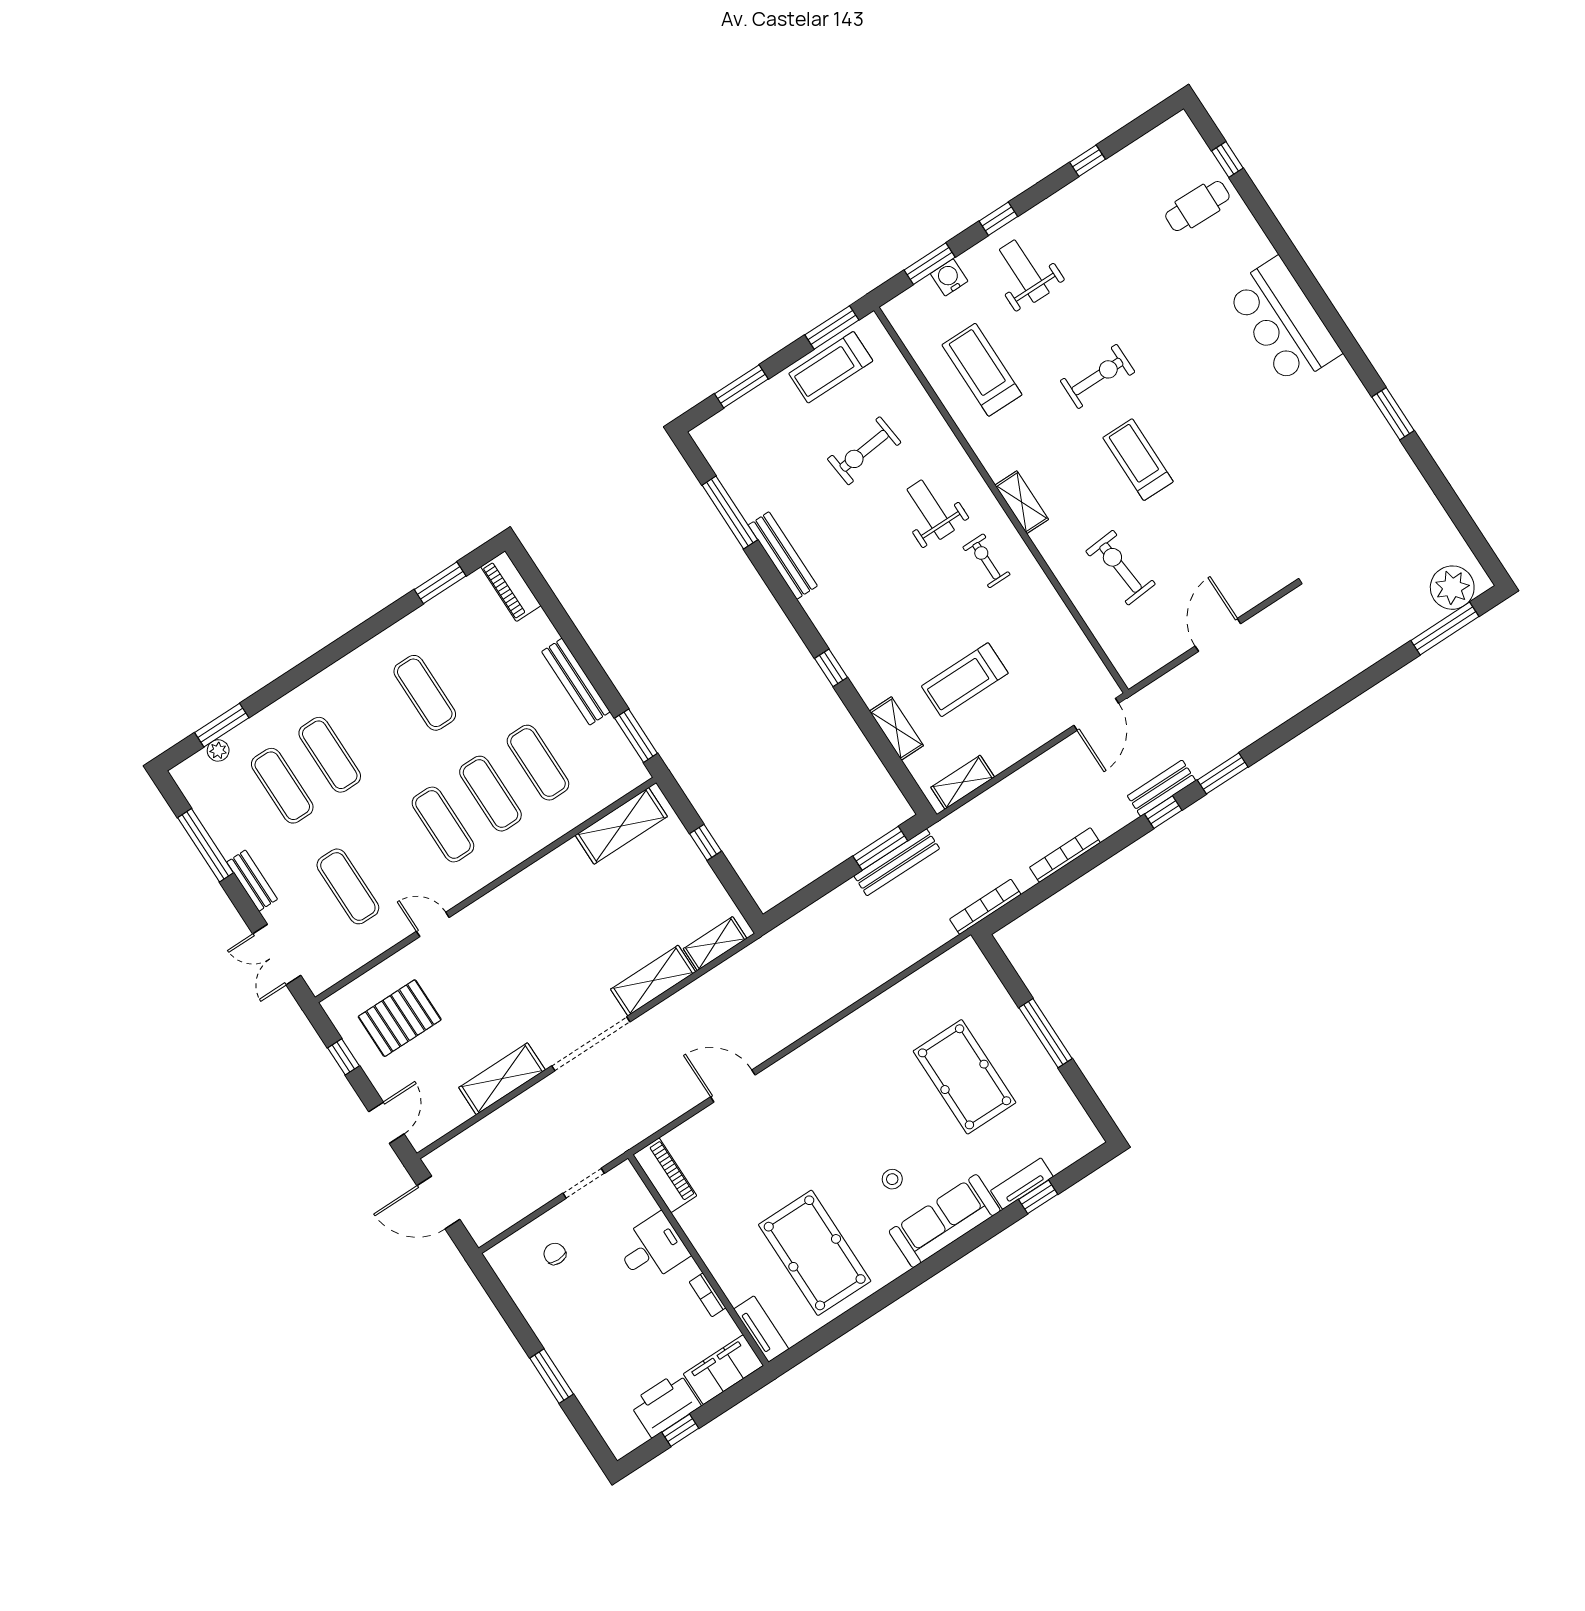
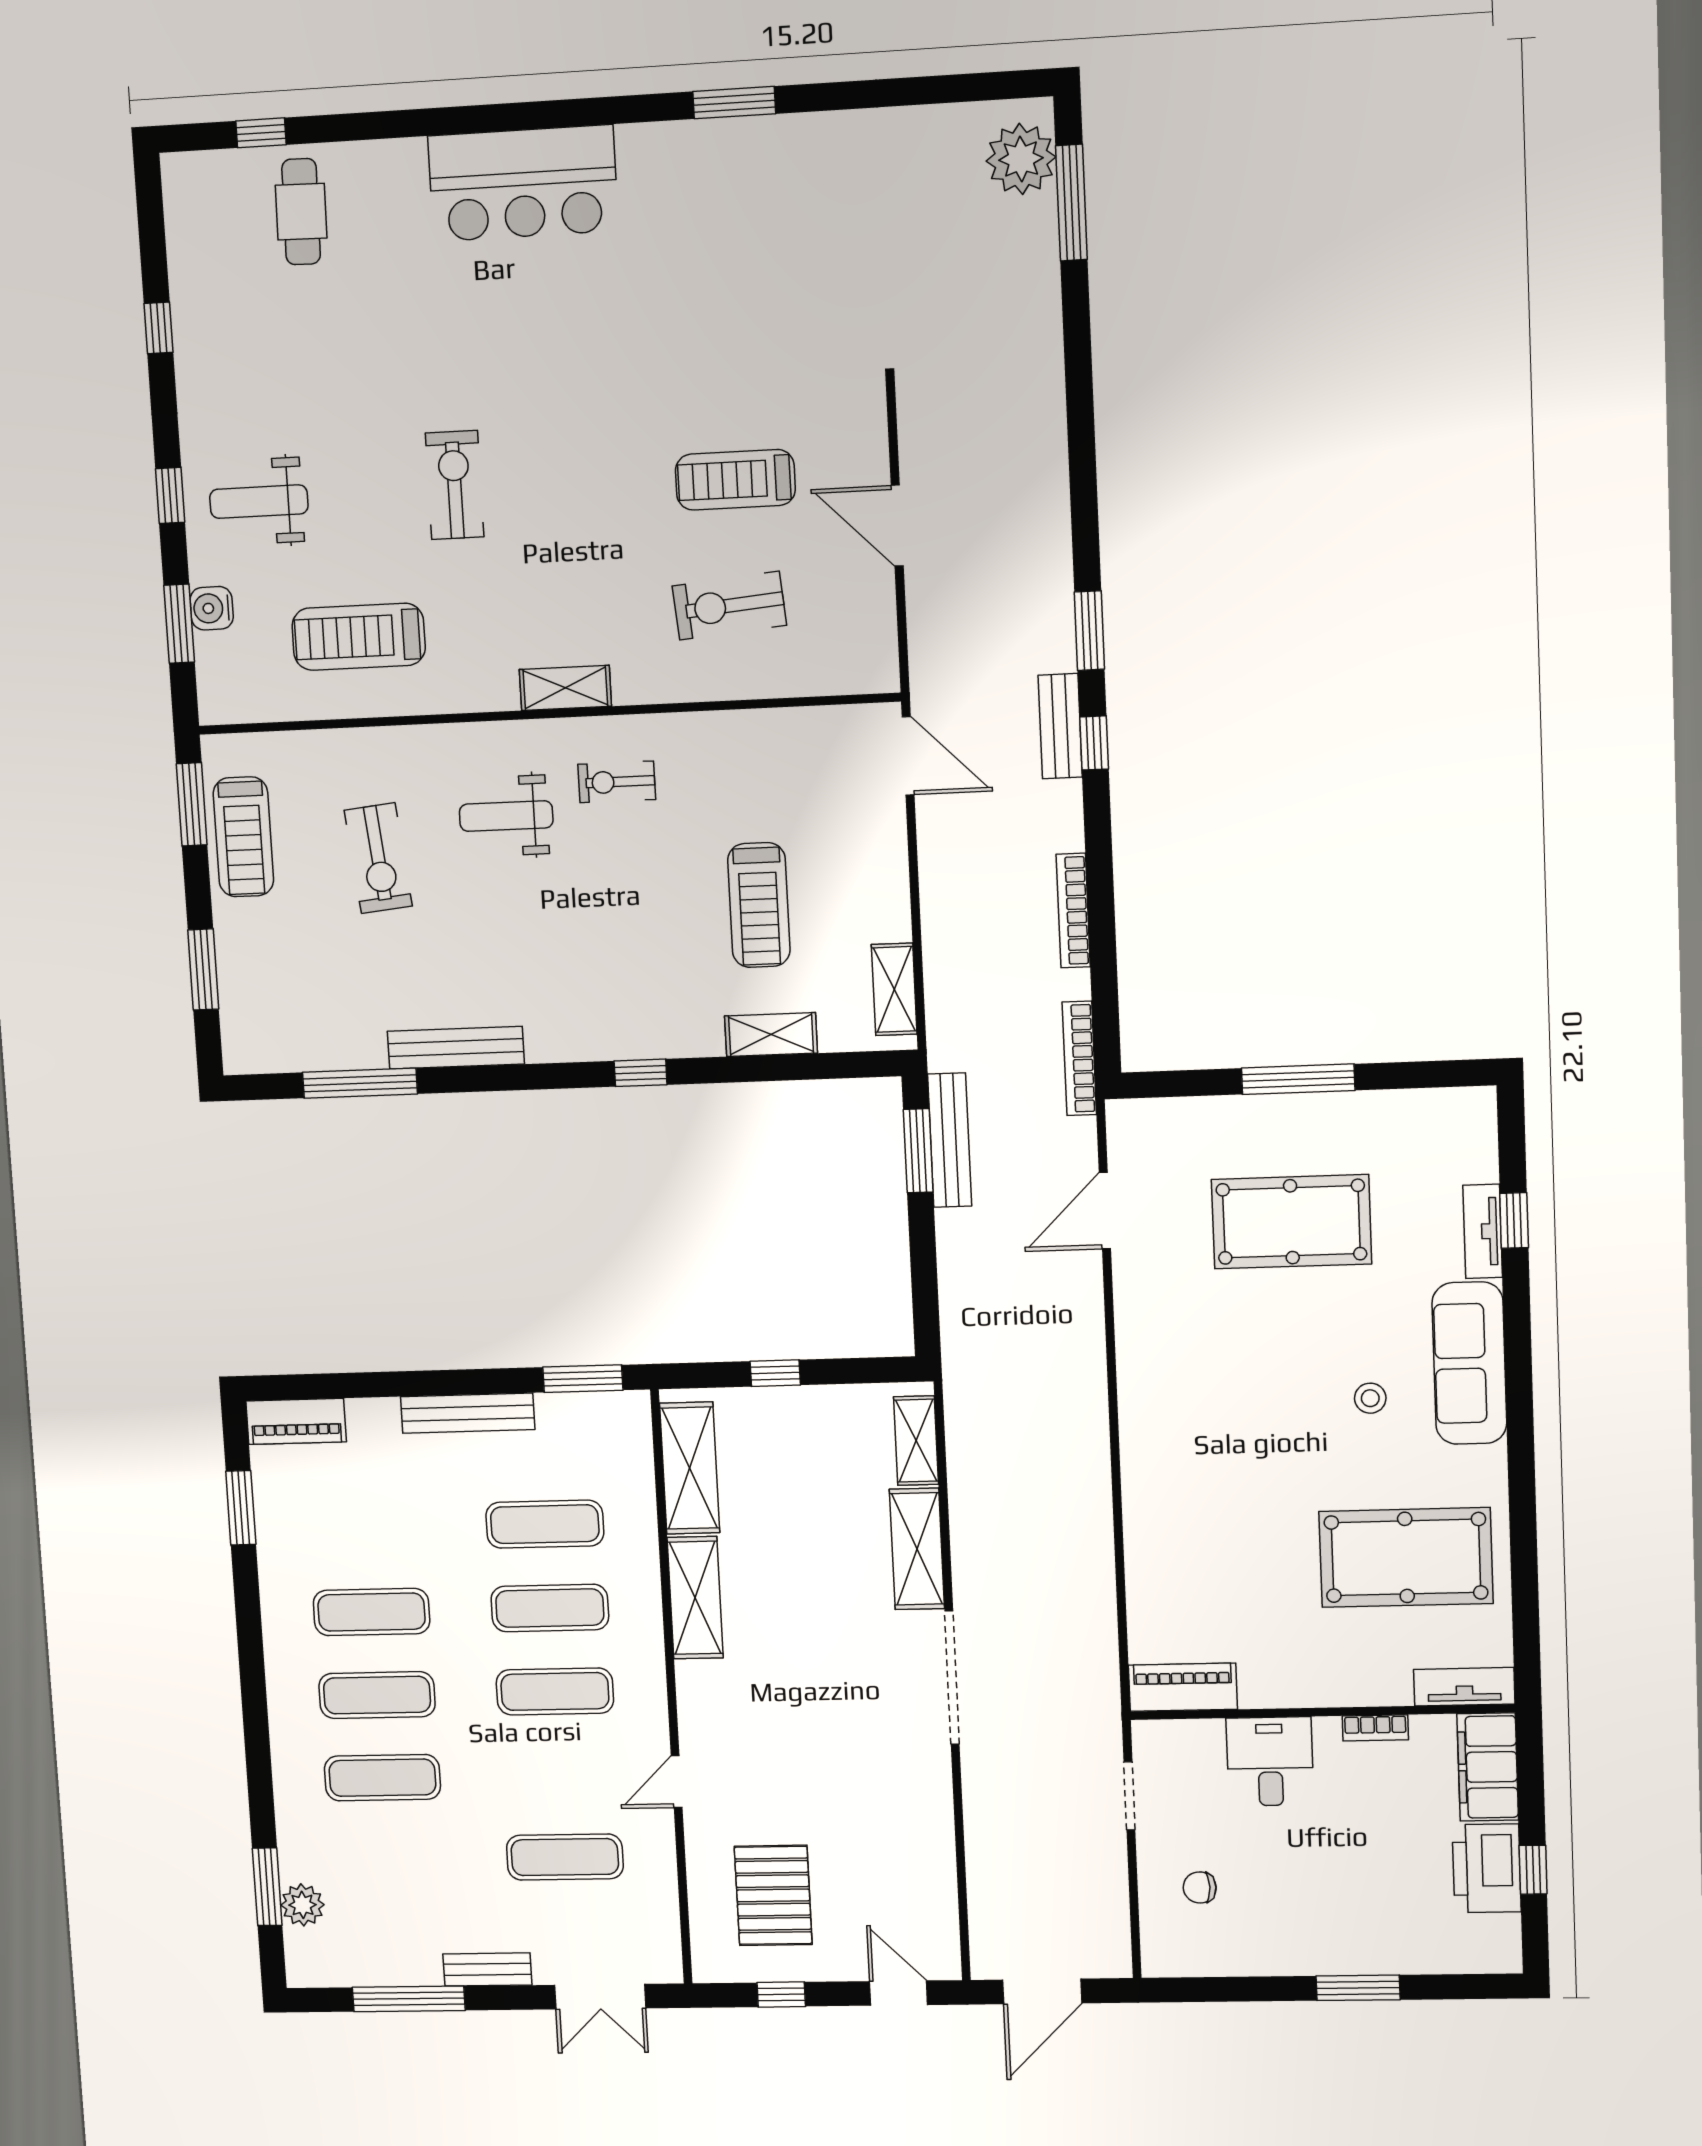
treadmill: (1138, 460) -> (735, 480), moved
plant: (218, 750) -> (302, 1905), width x1.38, depth x1.38
exercise mat: (282, 786) -> (377, 1695), moved
shelving: (502, 1079) -> (695, 1598), moved
door: (733, 1086) -> (1105, 1211), moved

